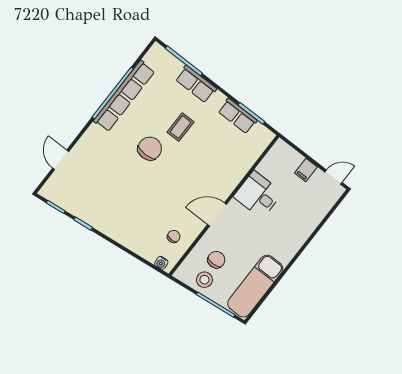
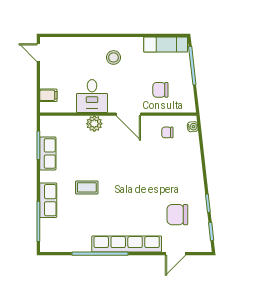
row of seats: (124, 96) -> (127, 244), moved
chair: (150, 149) -> (177, 215), moved
filing cabinet: (306, 170) -> (48, 95), moved
plant: (232, 178) -> (94, 124), added
stool: (204, 280) -> (113, 57), moved
exam couch: (255, 286) -> (166, 45), width x0.73, depth x0.69

